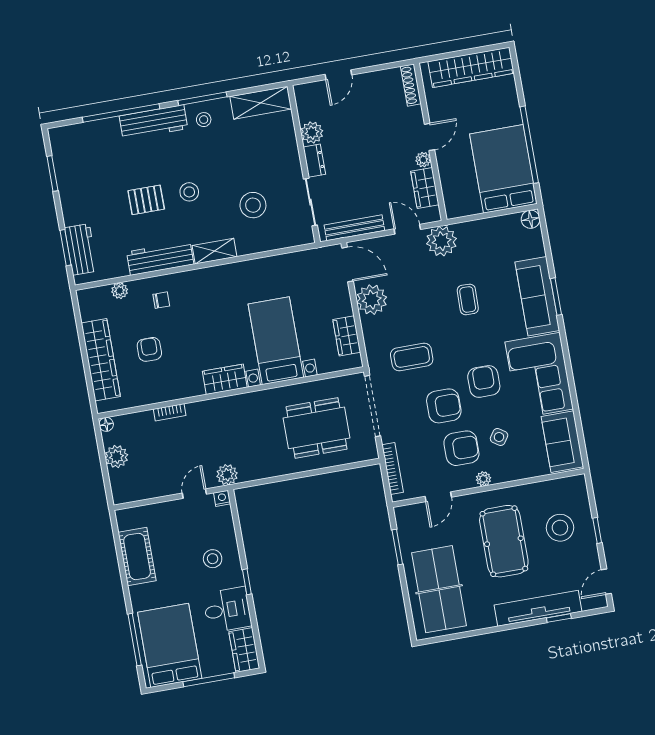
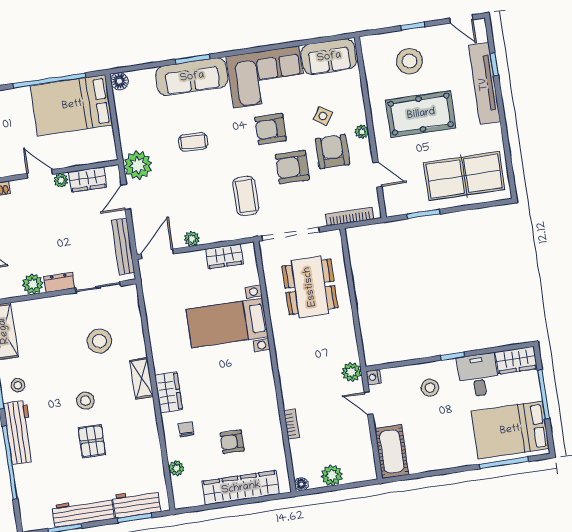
workbench: (160, 258) -> (83, 512), moved, turned 90
plant: (372, 300) -> (192, 239), width x0.53, depth x0.53
wardrobe: (225, 379) -> (169, 392), moved, turned 180
armchair: (444, 406) -> (292, 167), turned -90
cot: (137, 556) -> (392, 451), moved, turned 90

